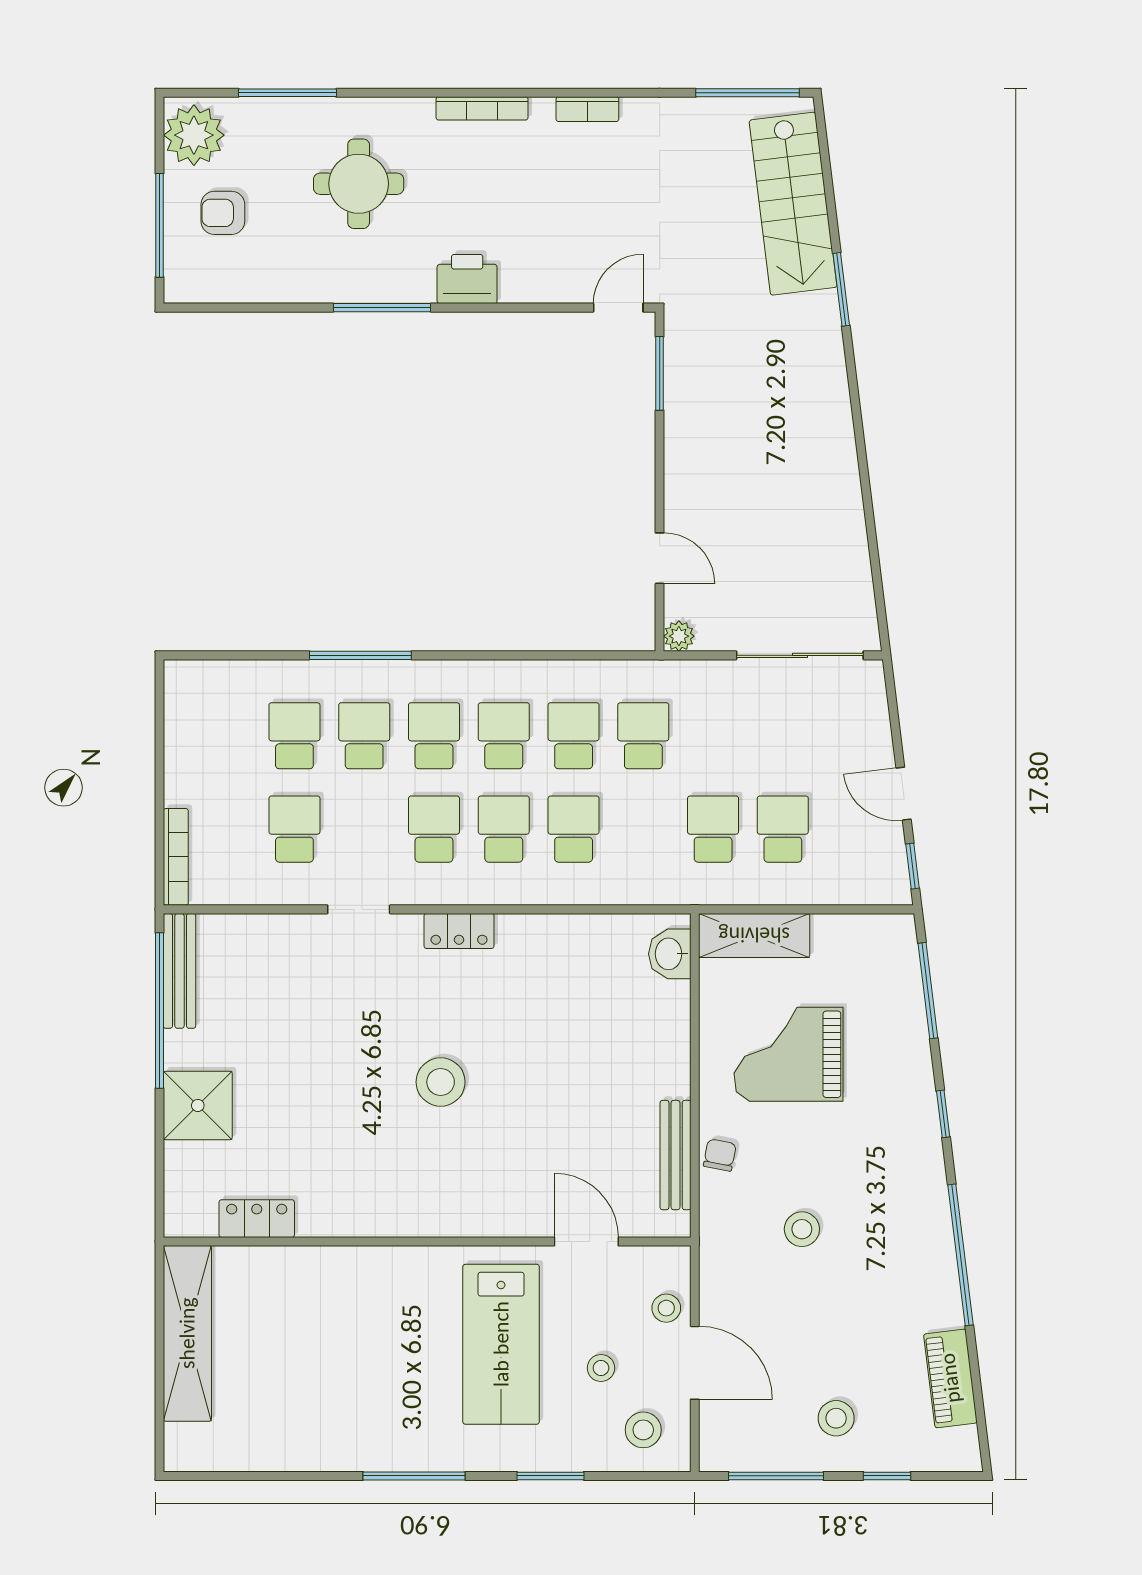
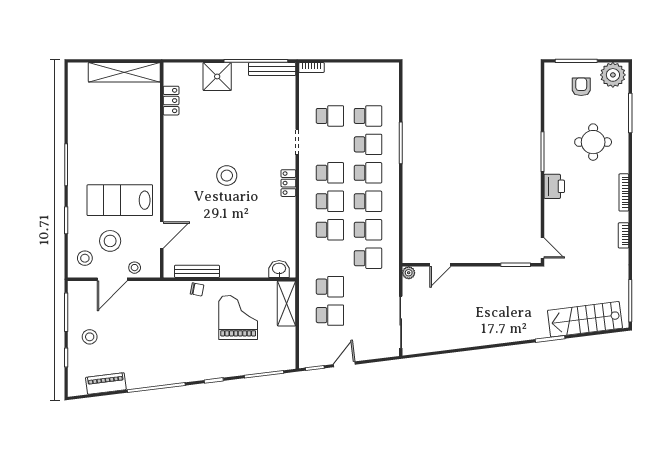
bookcase: (176, 857) -> (311, 68), width x0.64
stool: (802, 1229) -> (167, 323), removed
stool: (601, 1368) -> (110, 241), width x1.89, depth x1.89

